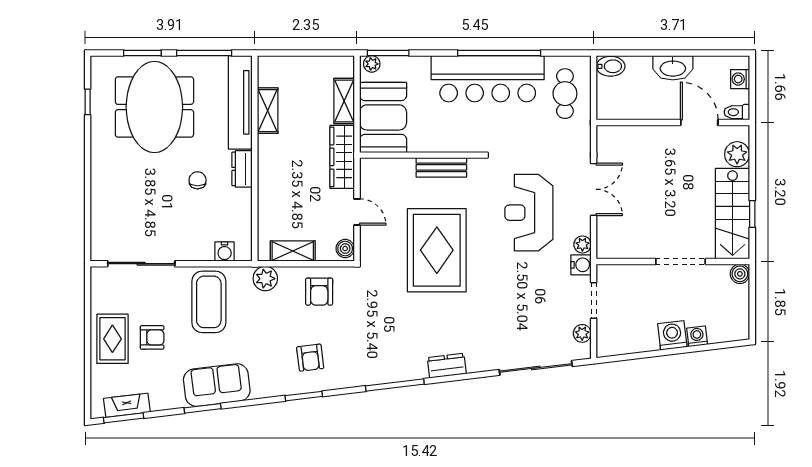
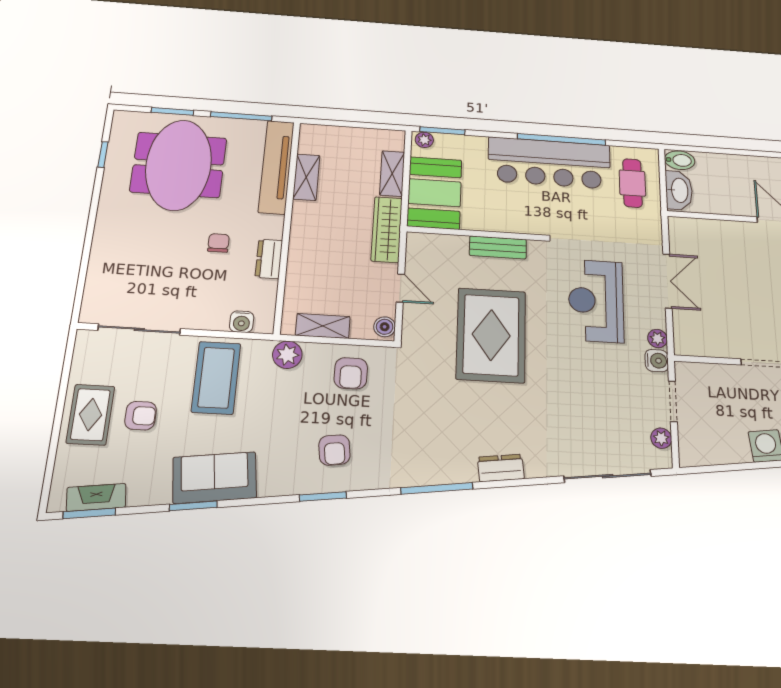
washbasin: (673, 68) -> (679, 190), moved, turned -90
dresser: (242, 169) -> (269, 259), moved

